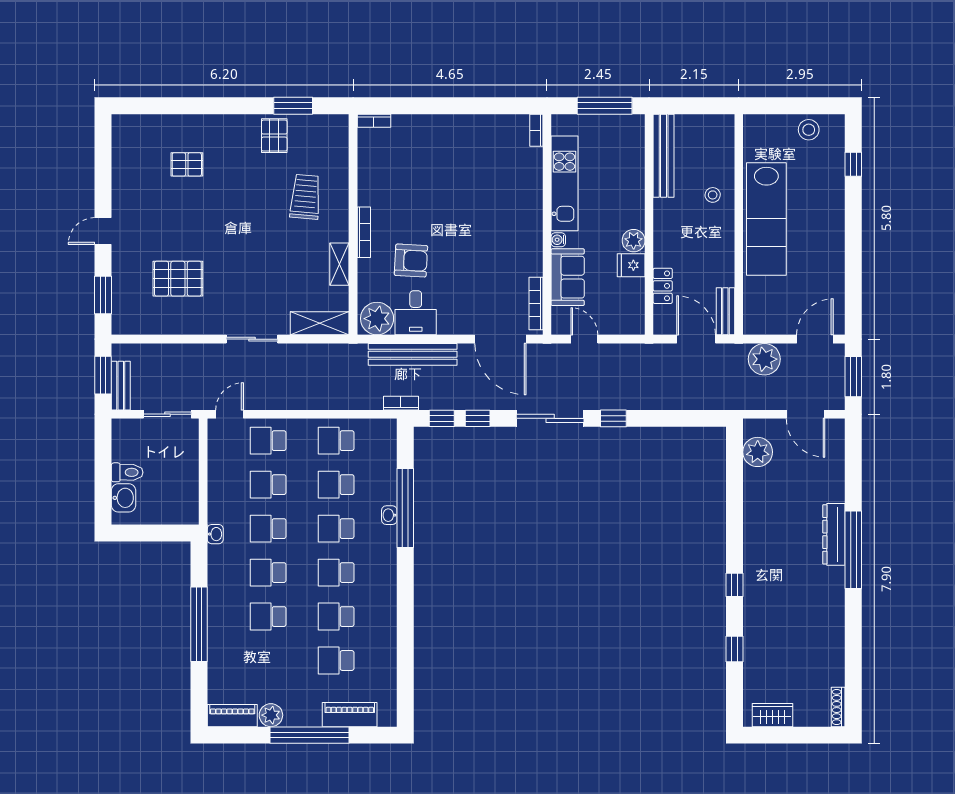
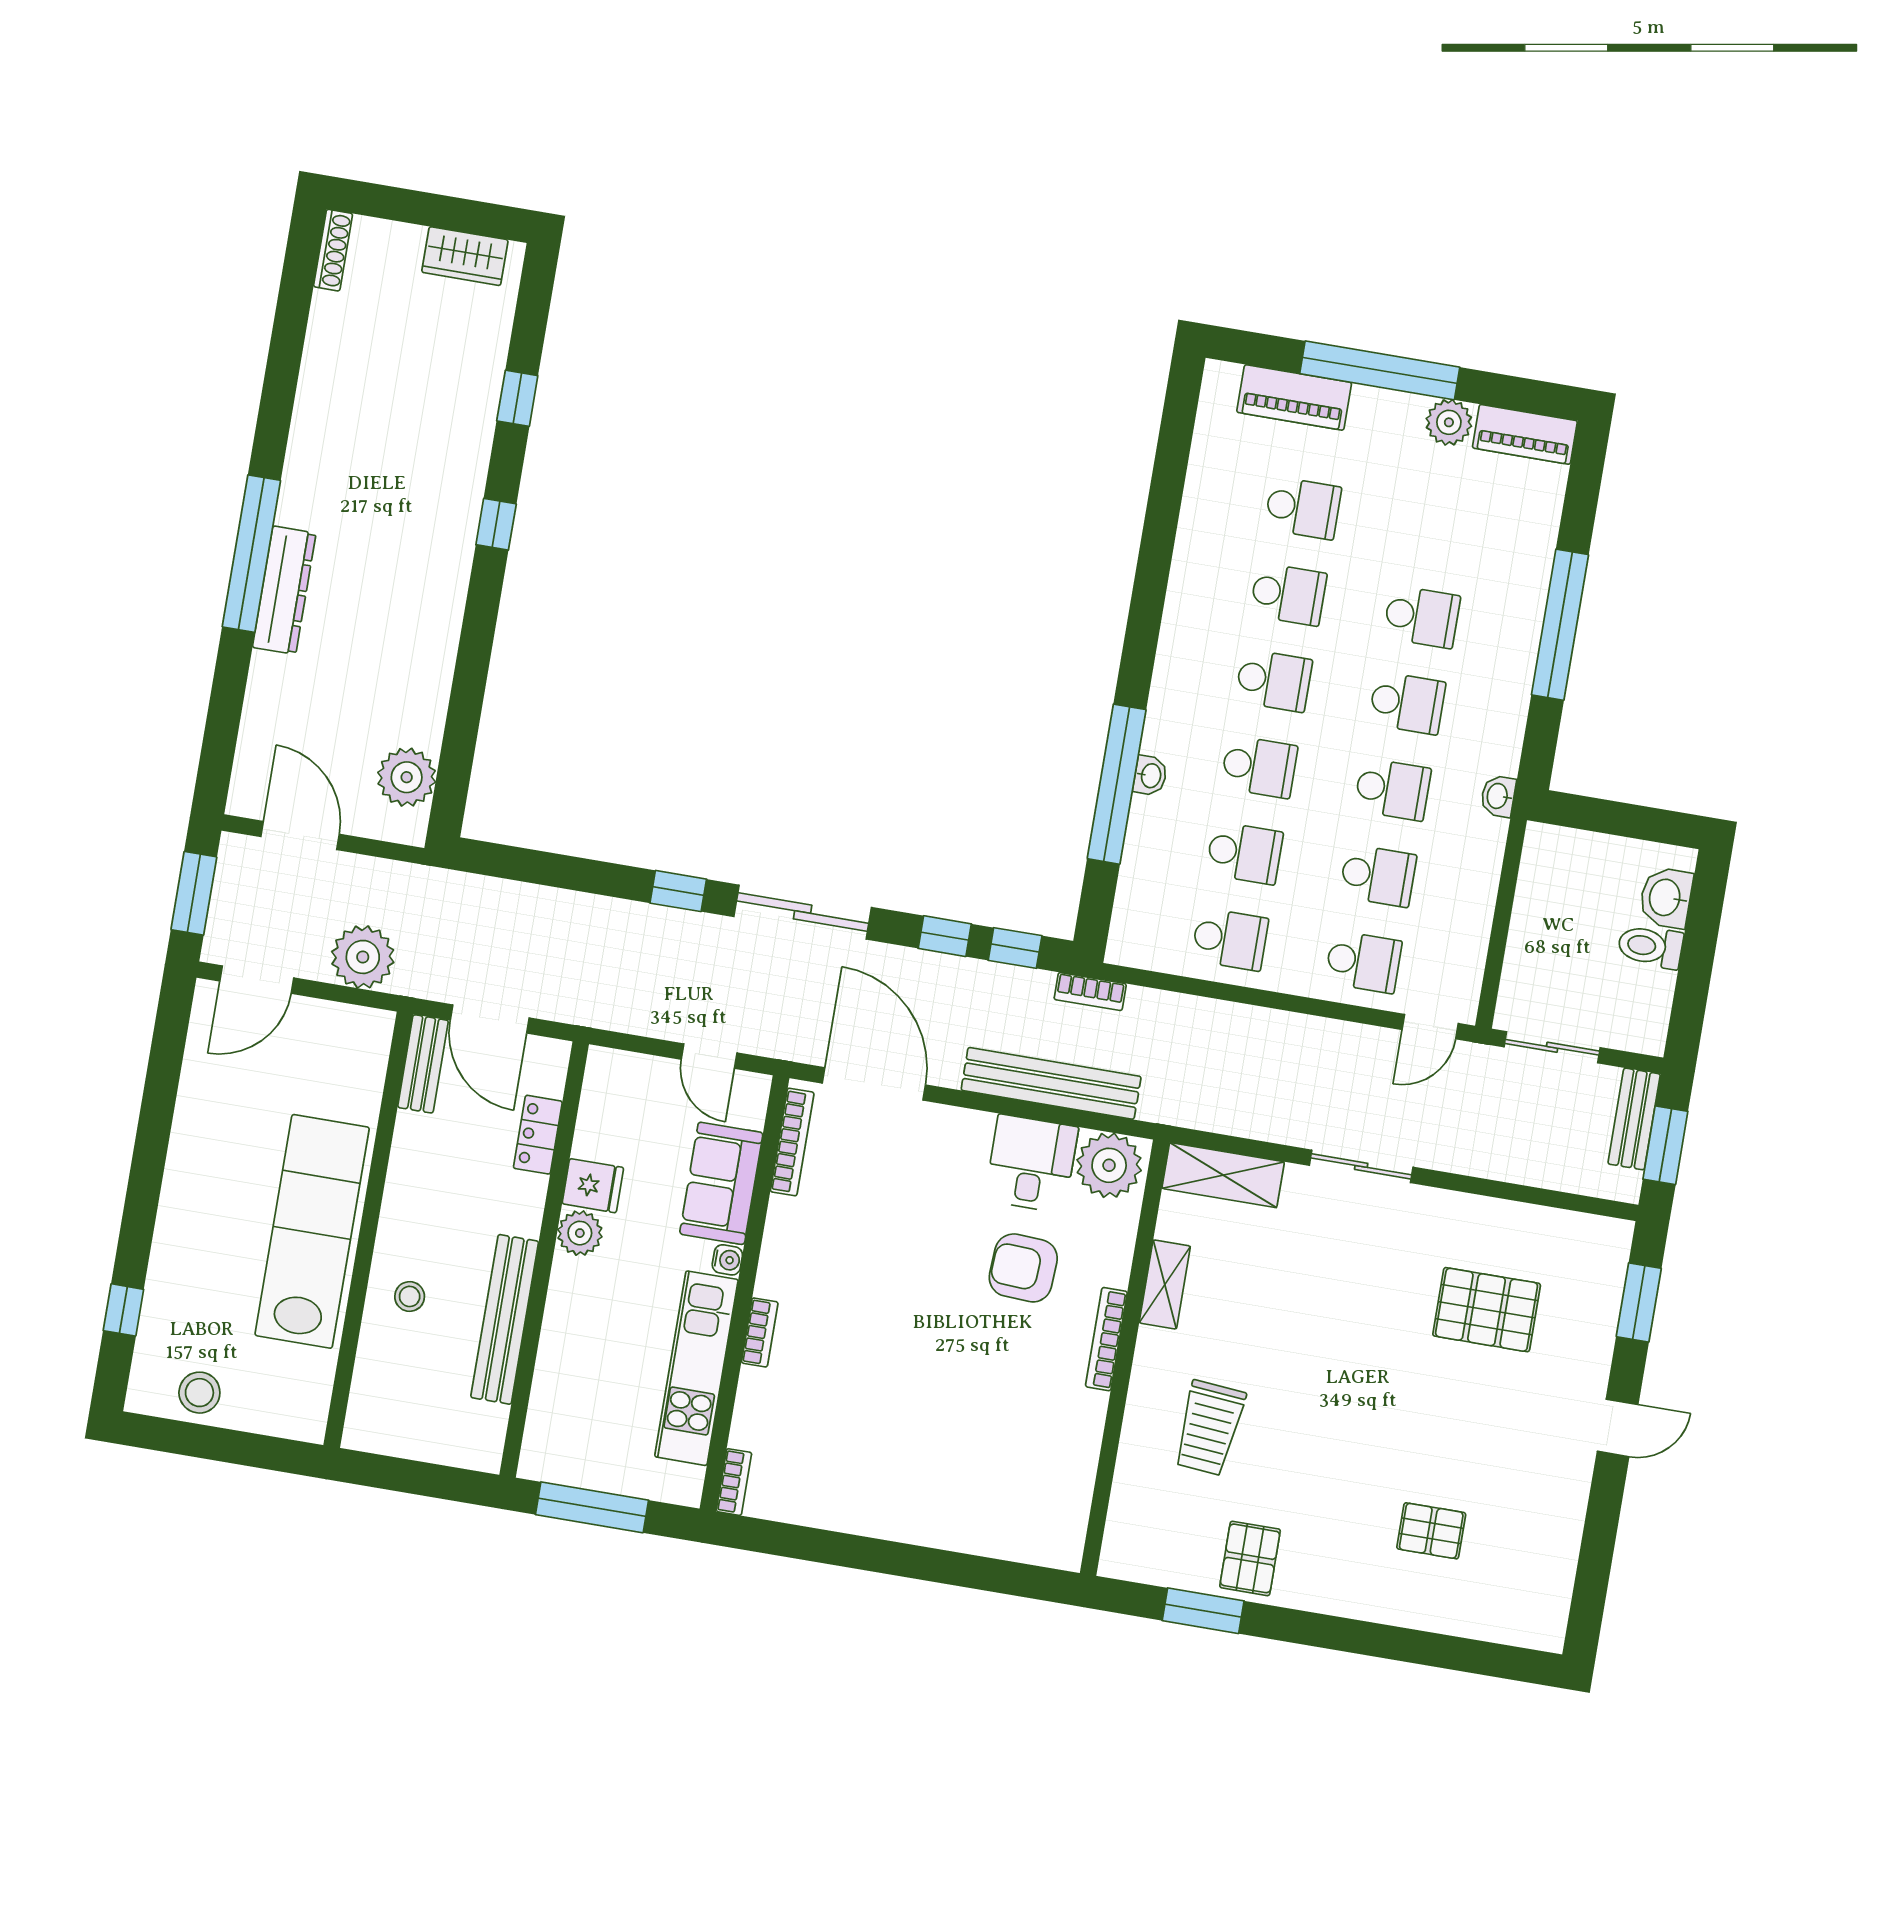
bookcase: (374, 121) -> (760, 1332), moved, turned 90
bench: (664, 156) -> (505, 1319), moved

